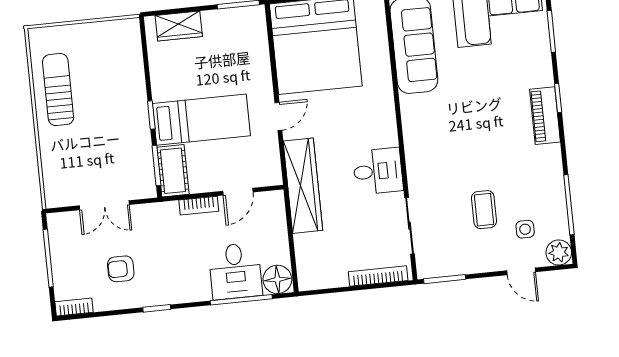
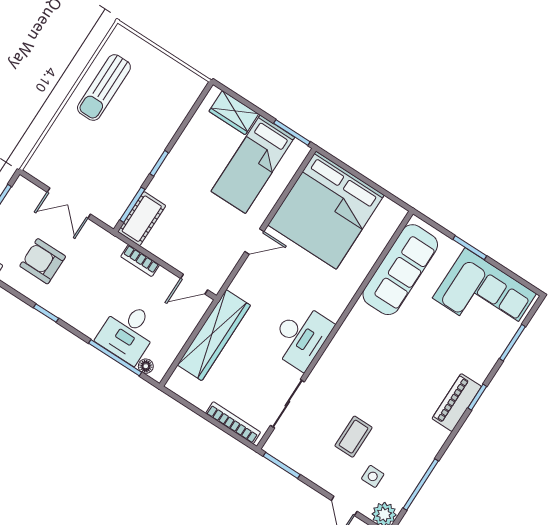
sun lounger: (58, 90) -> (104, 88), turned 180
bed: (201, 120) -> (253, 164), moved, turned 90
desk: (378, 171) -> (301, 336), width x1.37
wardrobe: (303, 186) -> (214, 335), moved
door: (238, 192) -> (194, 284), moved
armchair: (121, 269) -> (43, 261), width x1.38, depth x1.38
floor lamp: (277, 279) -> (146, 366), width x0.53, depth x0.53

